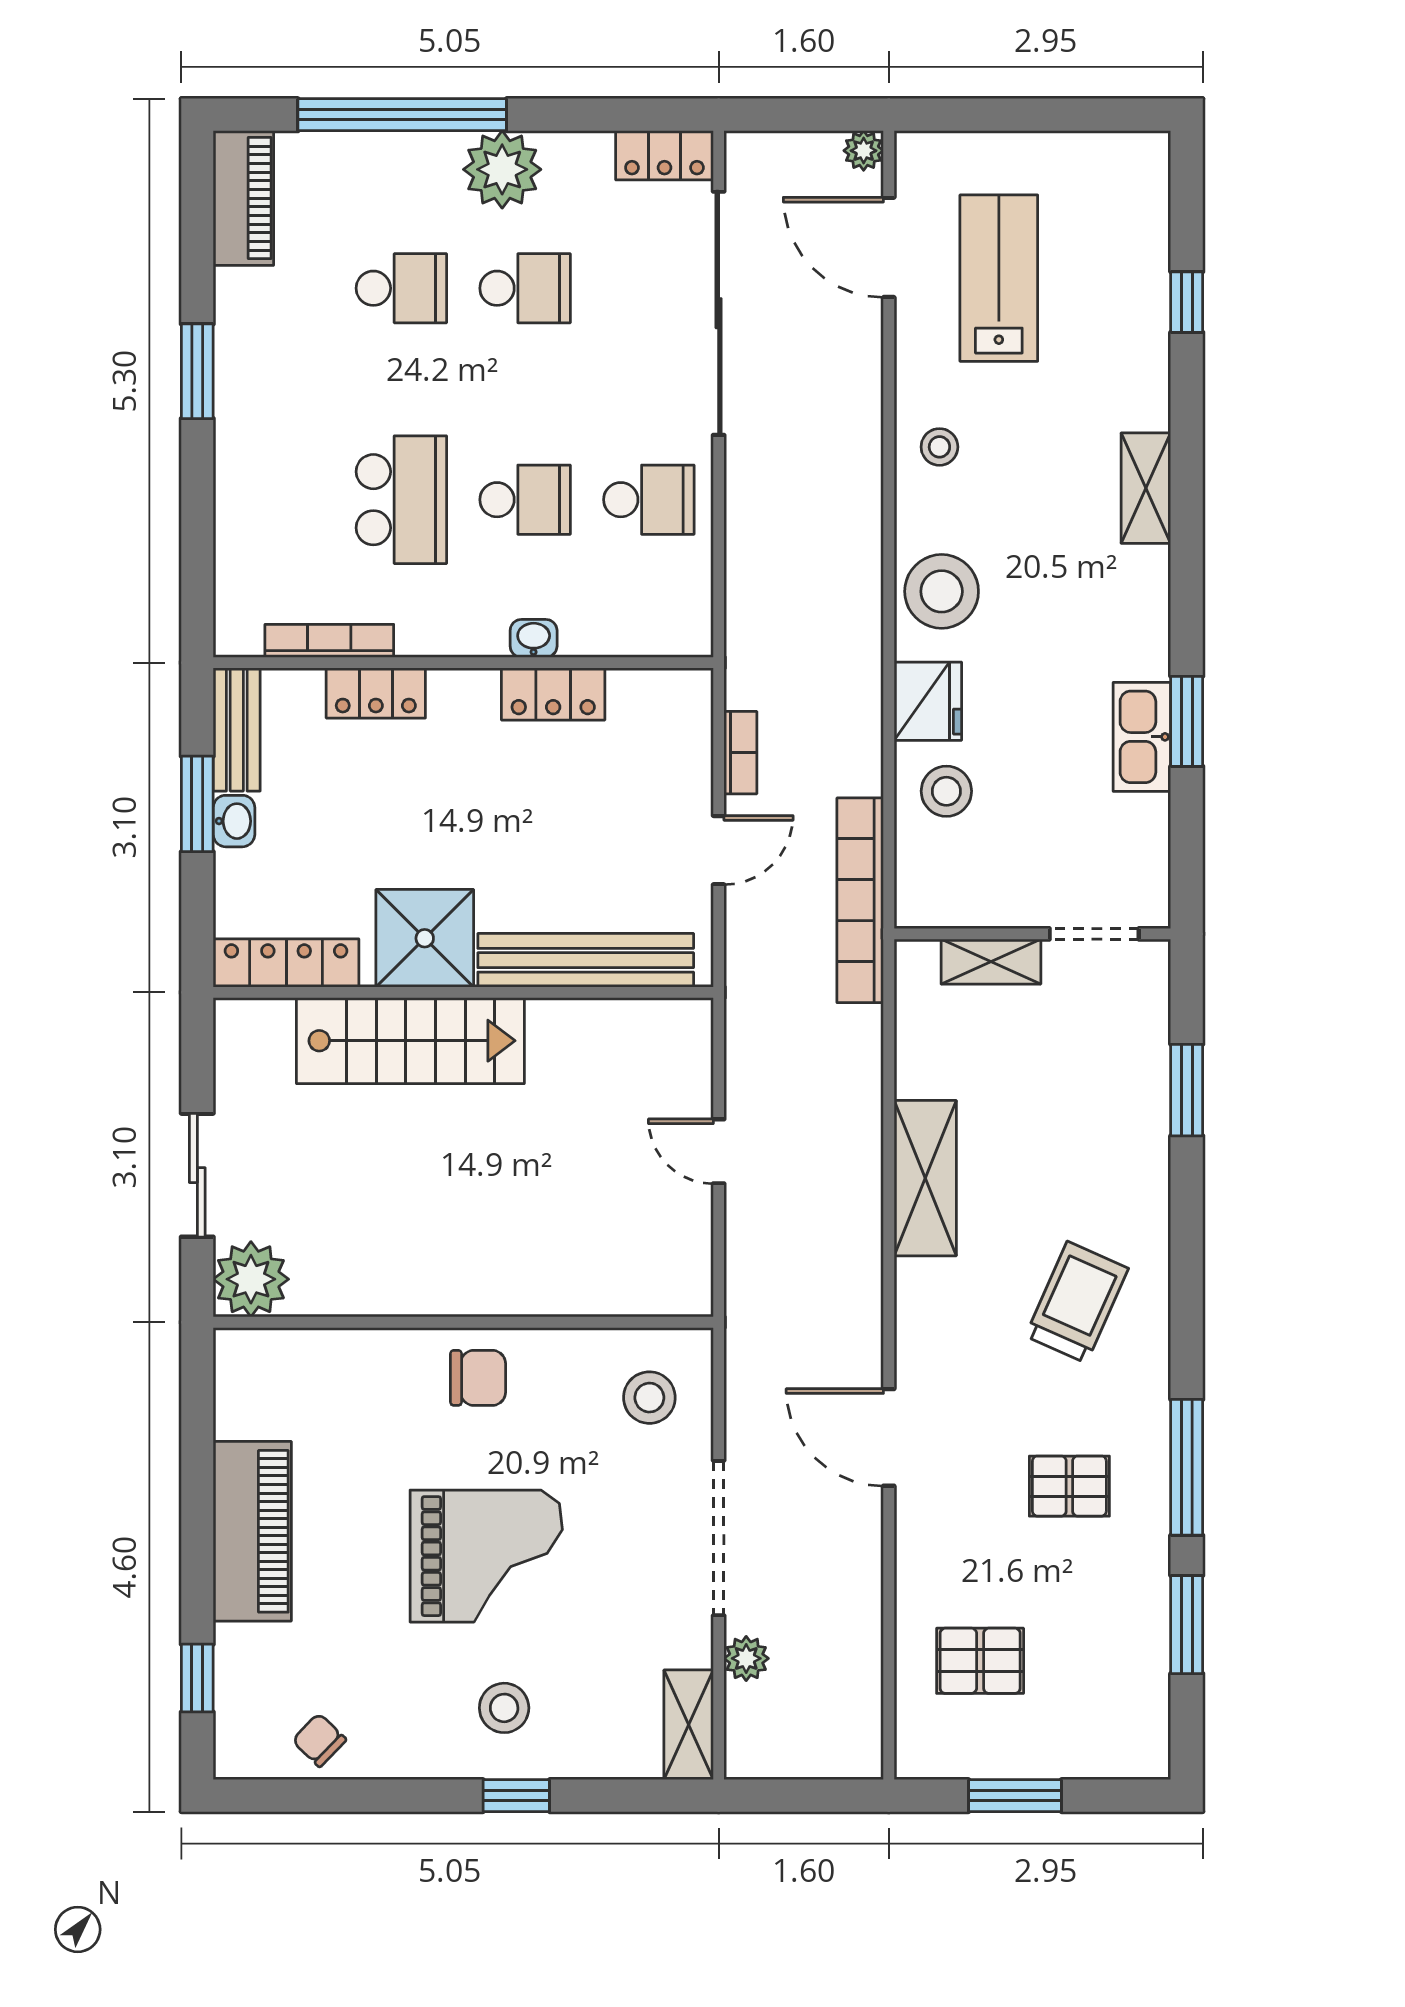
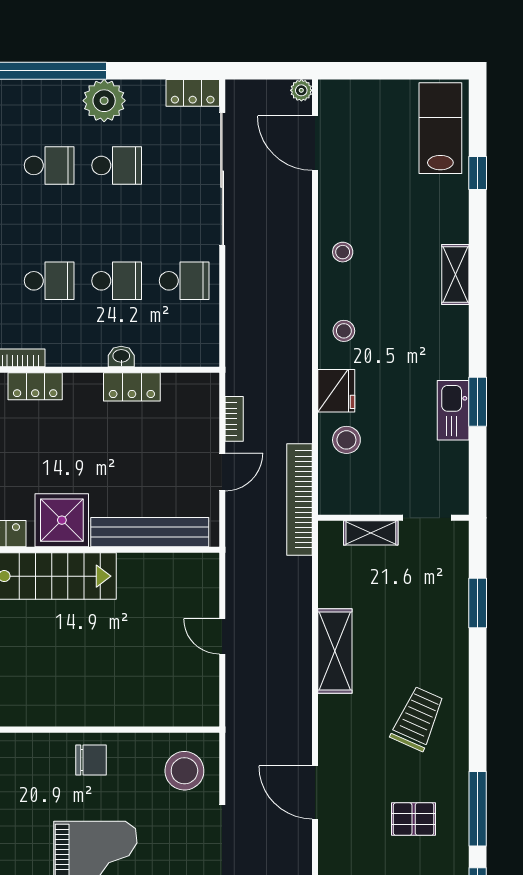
lab bench: (999, 278) -> (440, 128), moved
school desk: (401, 500) -> (49, 281), width x0.54
stool: (942, 591) -> (344, 331), width x0.53, depth x0.53
stool: (649, 1398) -> (184, 771), width x1.38, depth x1.38

